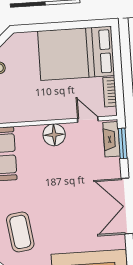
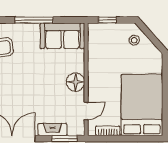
fireplace: (111, 139) -> (52, 129), moved

